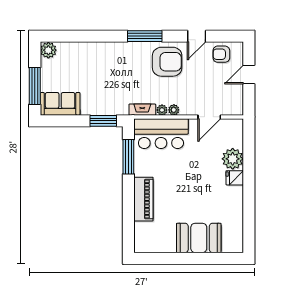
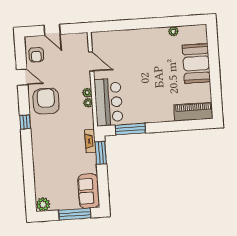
window: (145, 36) -> (25, 122), width x0.46
fireplace: (142, 110) -> (90, 141), moved
plant: (233, 159) -> (173, 31), moved, width x0.53, depth x0.53
fridge: (235, 178) -> (142, 36), removed
piano: (143, 199) -> (193, 112), moved

